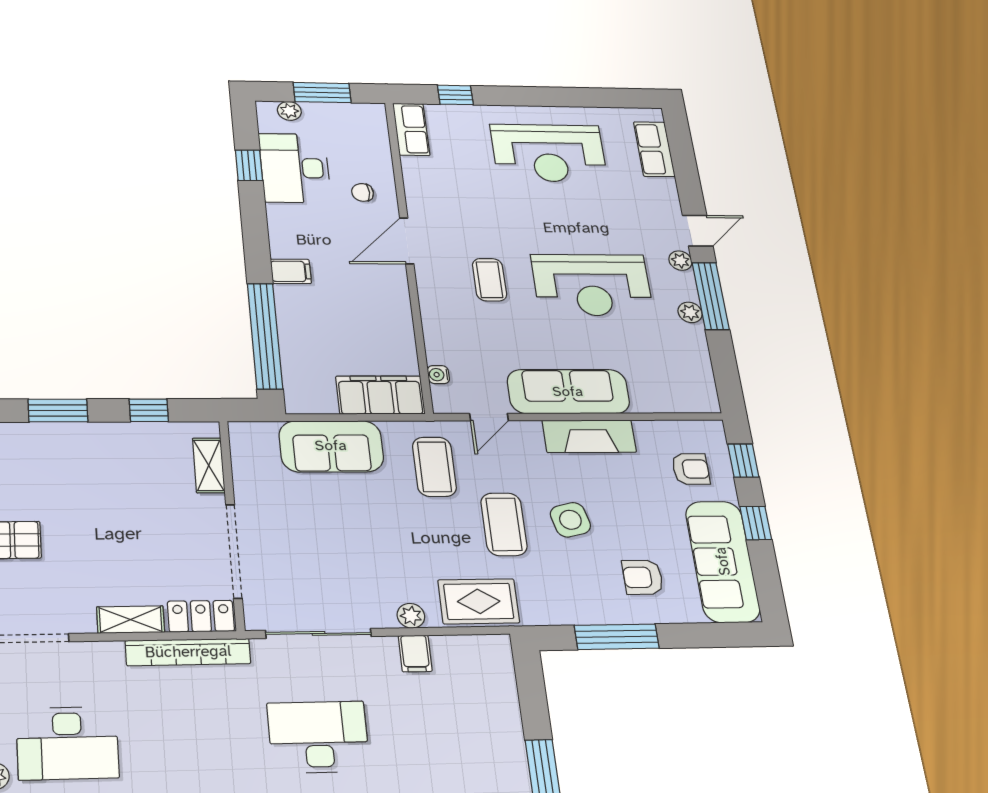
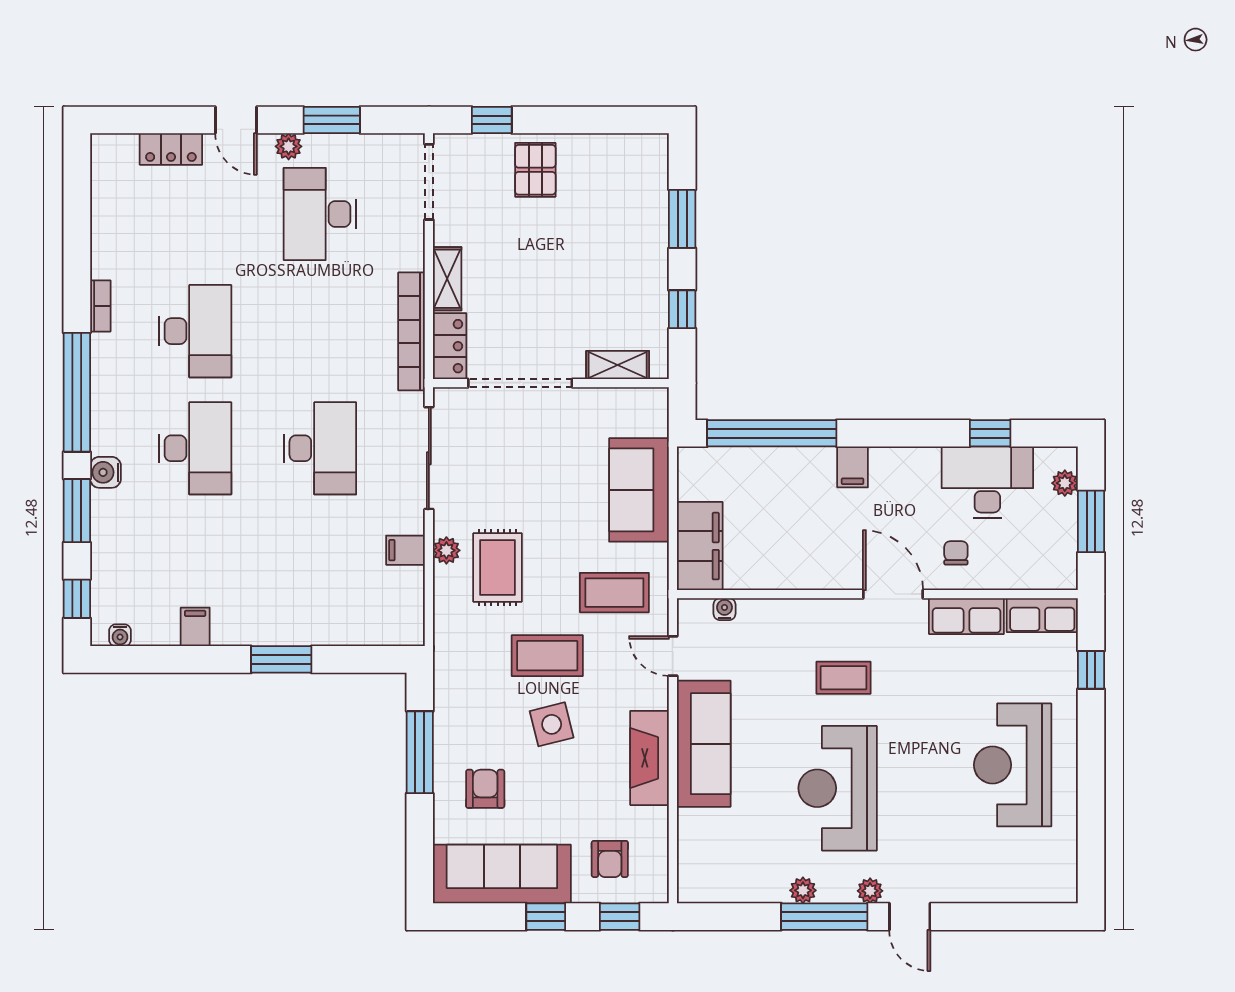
row of seats: (654, 149) -> (966, 616), moved, turned 180
rug: (479, 601) -> (498, 567), moved

